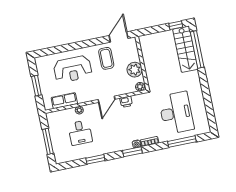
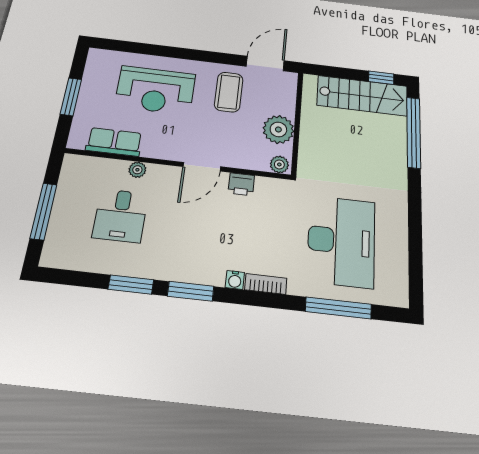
stairs: (185, 49) -> (362, 96), moved, turned -90
window: (132, 152) -> (191, 291), moved

